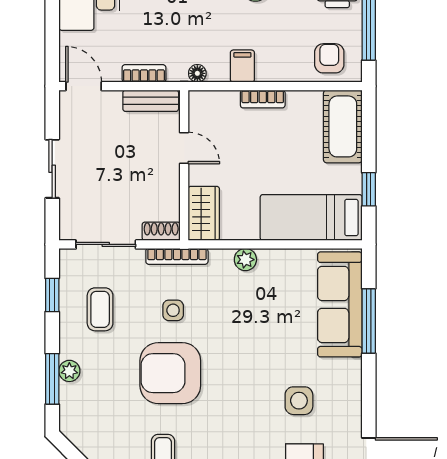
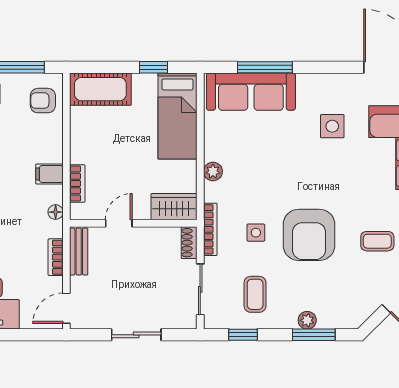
bookcase: (263, 99) -> (77, 183), moved
coffee table: (100, 309) -> (255, 294), turned 90

